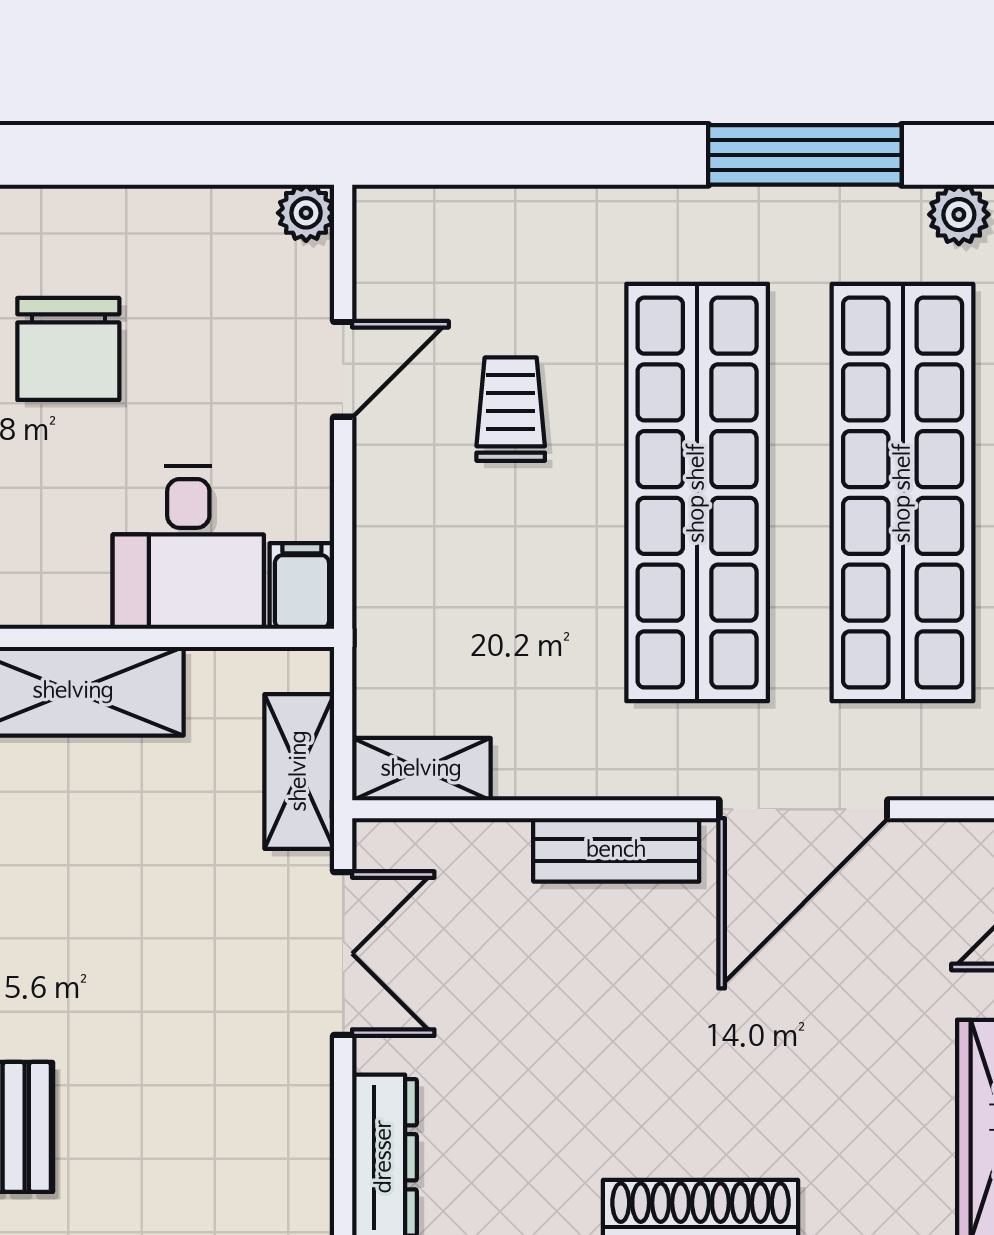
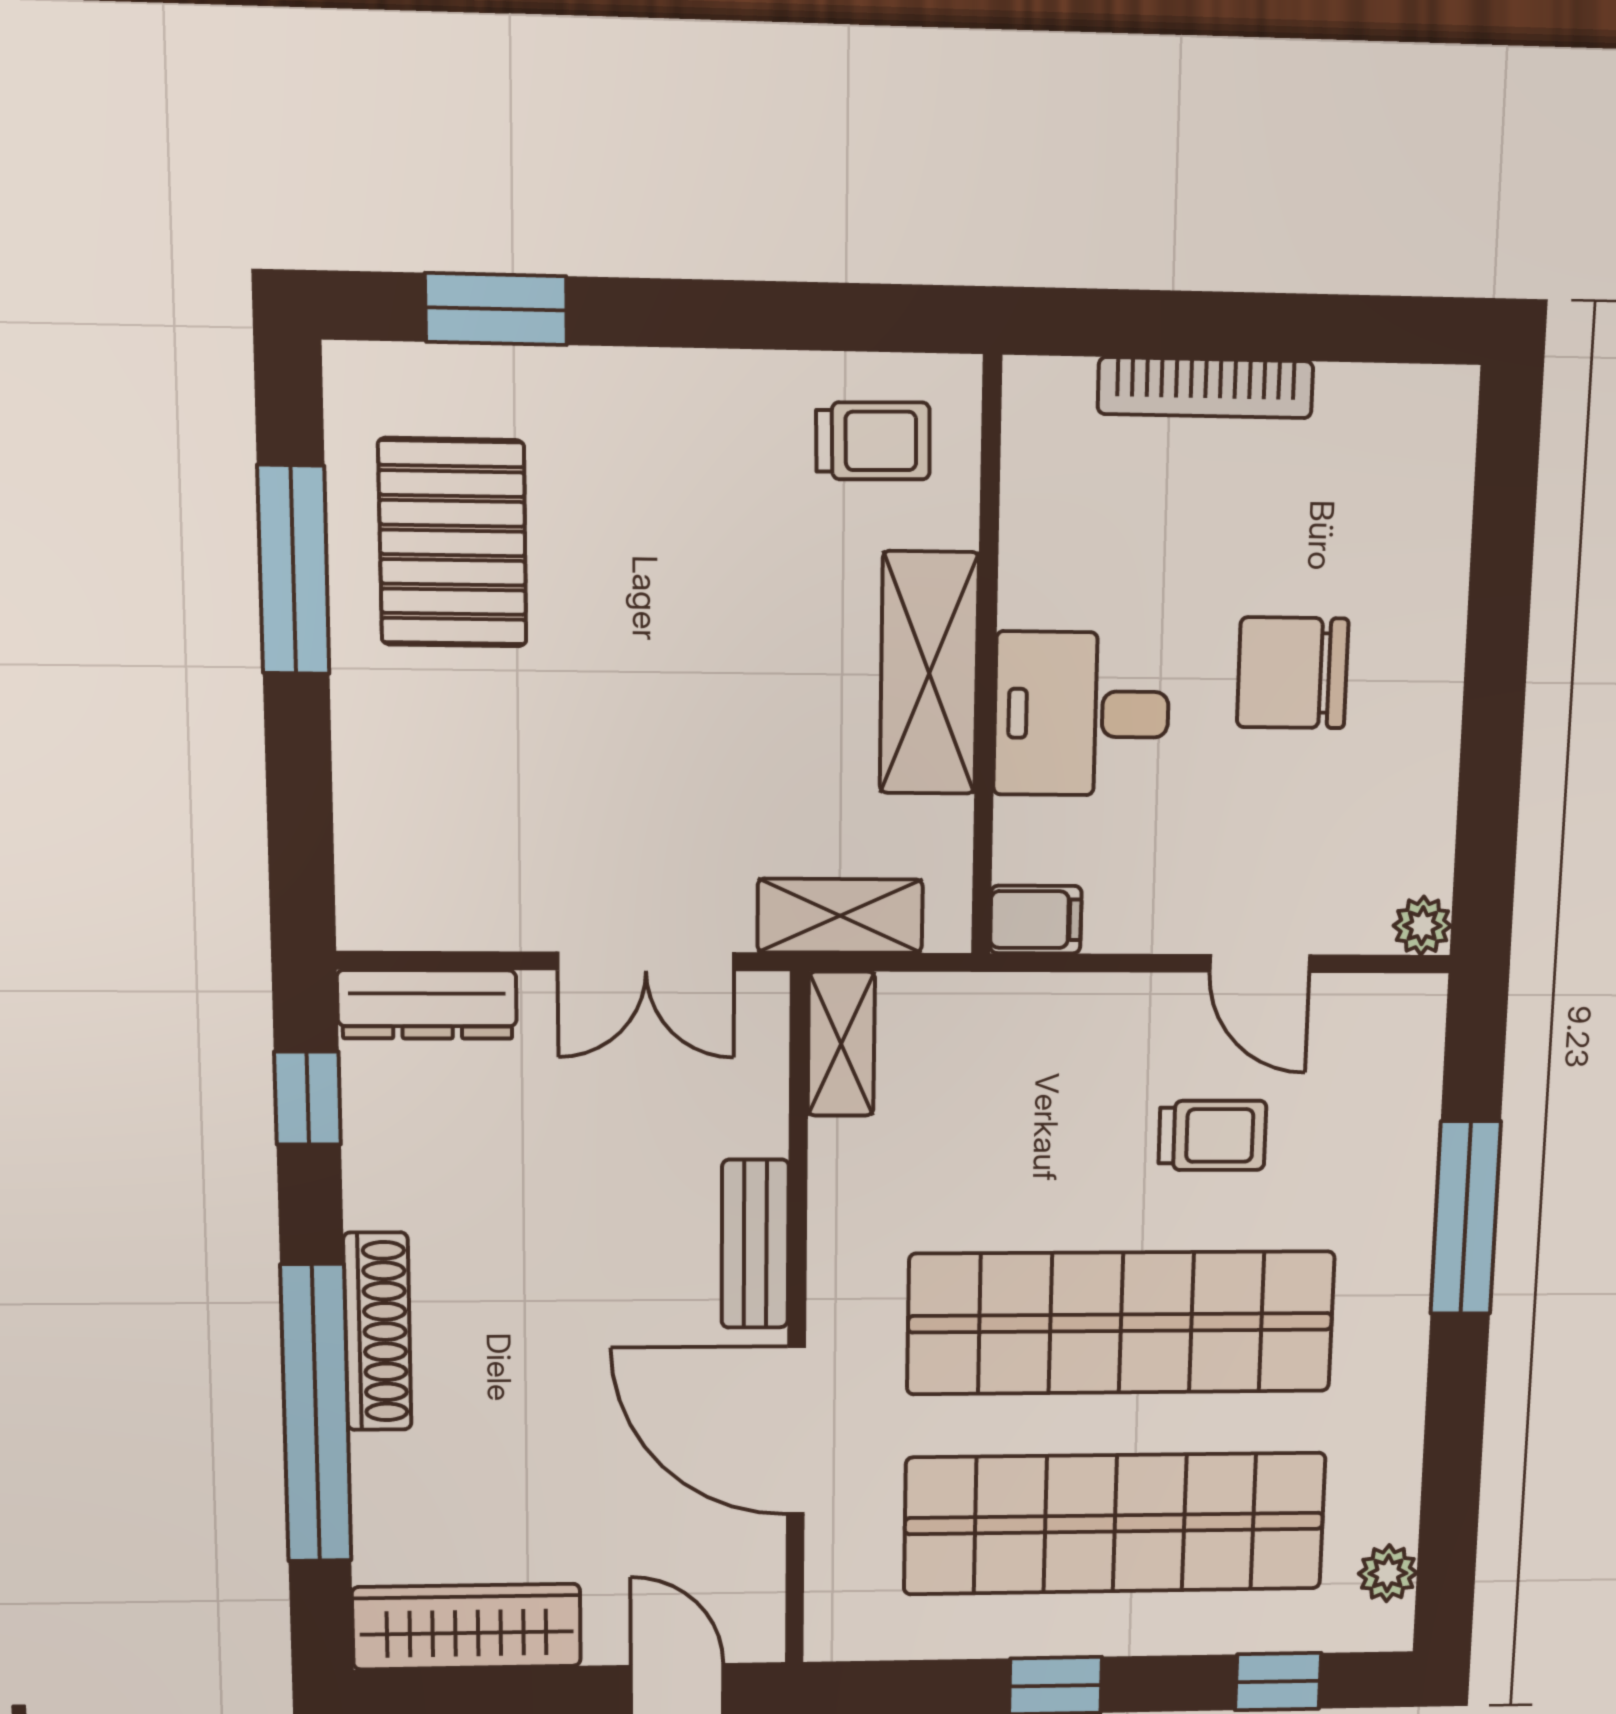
window: (805, 155) -> (1466, 1218), moved
desk: (188, 547) -> (1082, 714), moved

